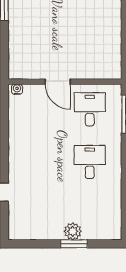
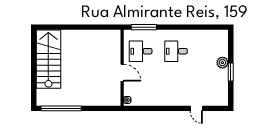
door: (58, 82) -> (122, 73), hinge flipped
window: (74, 244) -> (231, 72), moved

